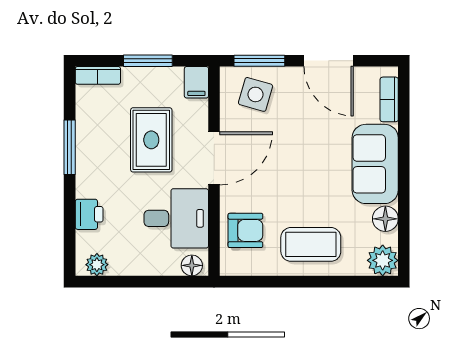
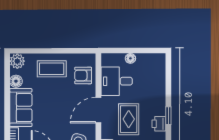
window: (70, 147) -> (168, 116), width x0.67
printer: (89, 214) -> (159, 124), moved
plant: (97, 265) -> (155, 59), removed
floor lamp: (192, 265) -> (130, 58), moved

